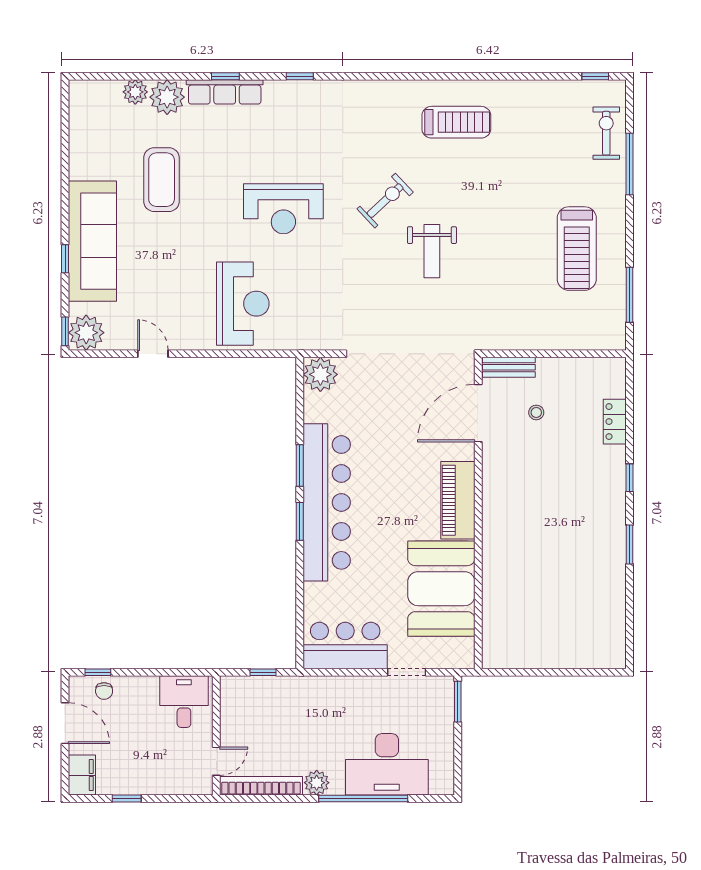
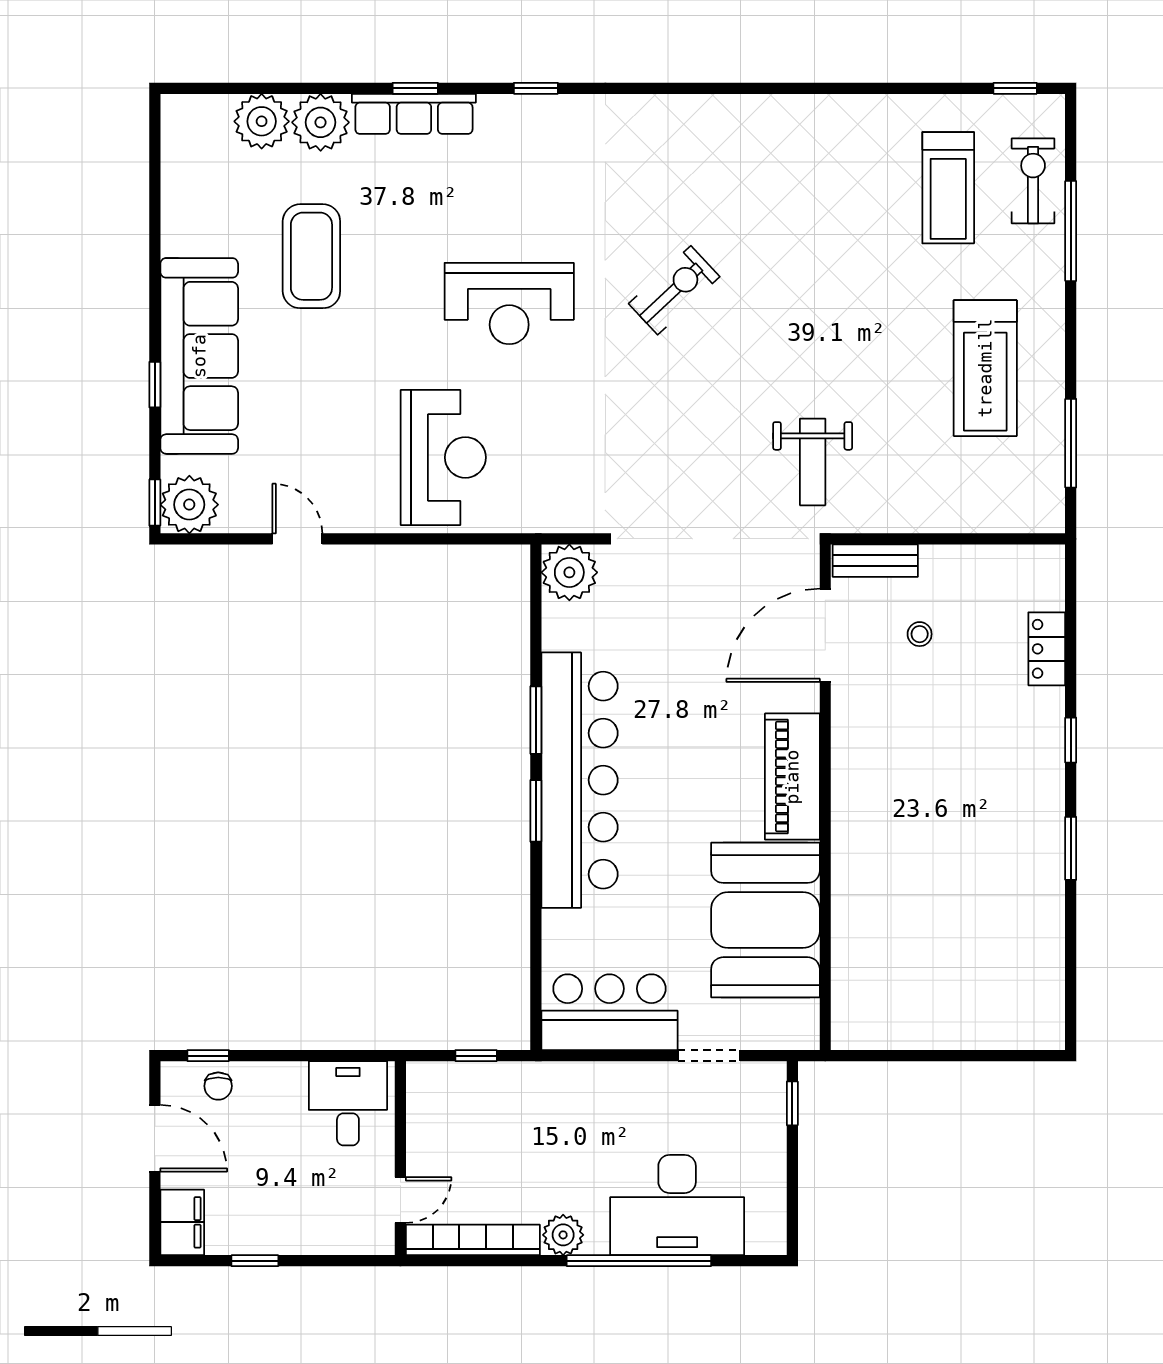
plant: (135, 92) -> (262, 121), width x1.36, depth x1.36
treadmill: (456, 122) -> (948, 188), moved, turned 90
weight bench: (432, 251) -> (813, 462), moved
window: (458, 702) -> (792, 1103), width x0.67

